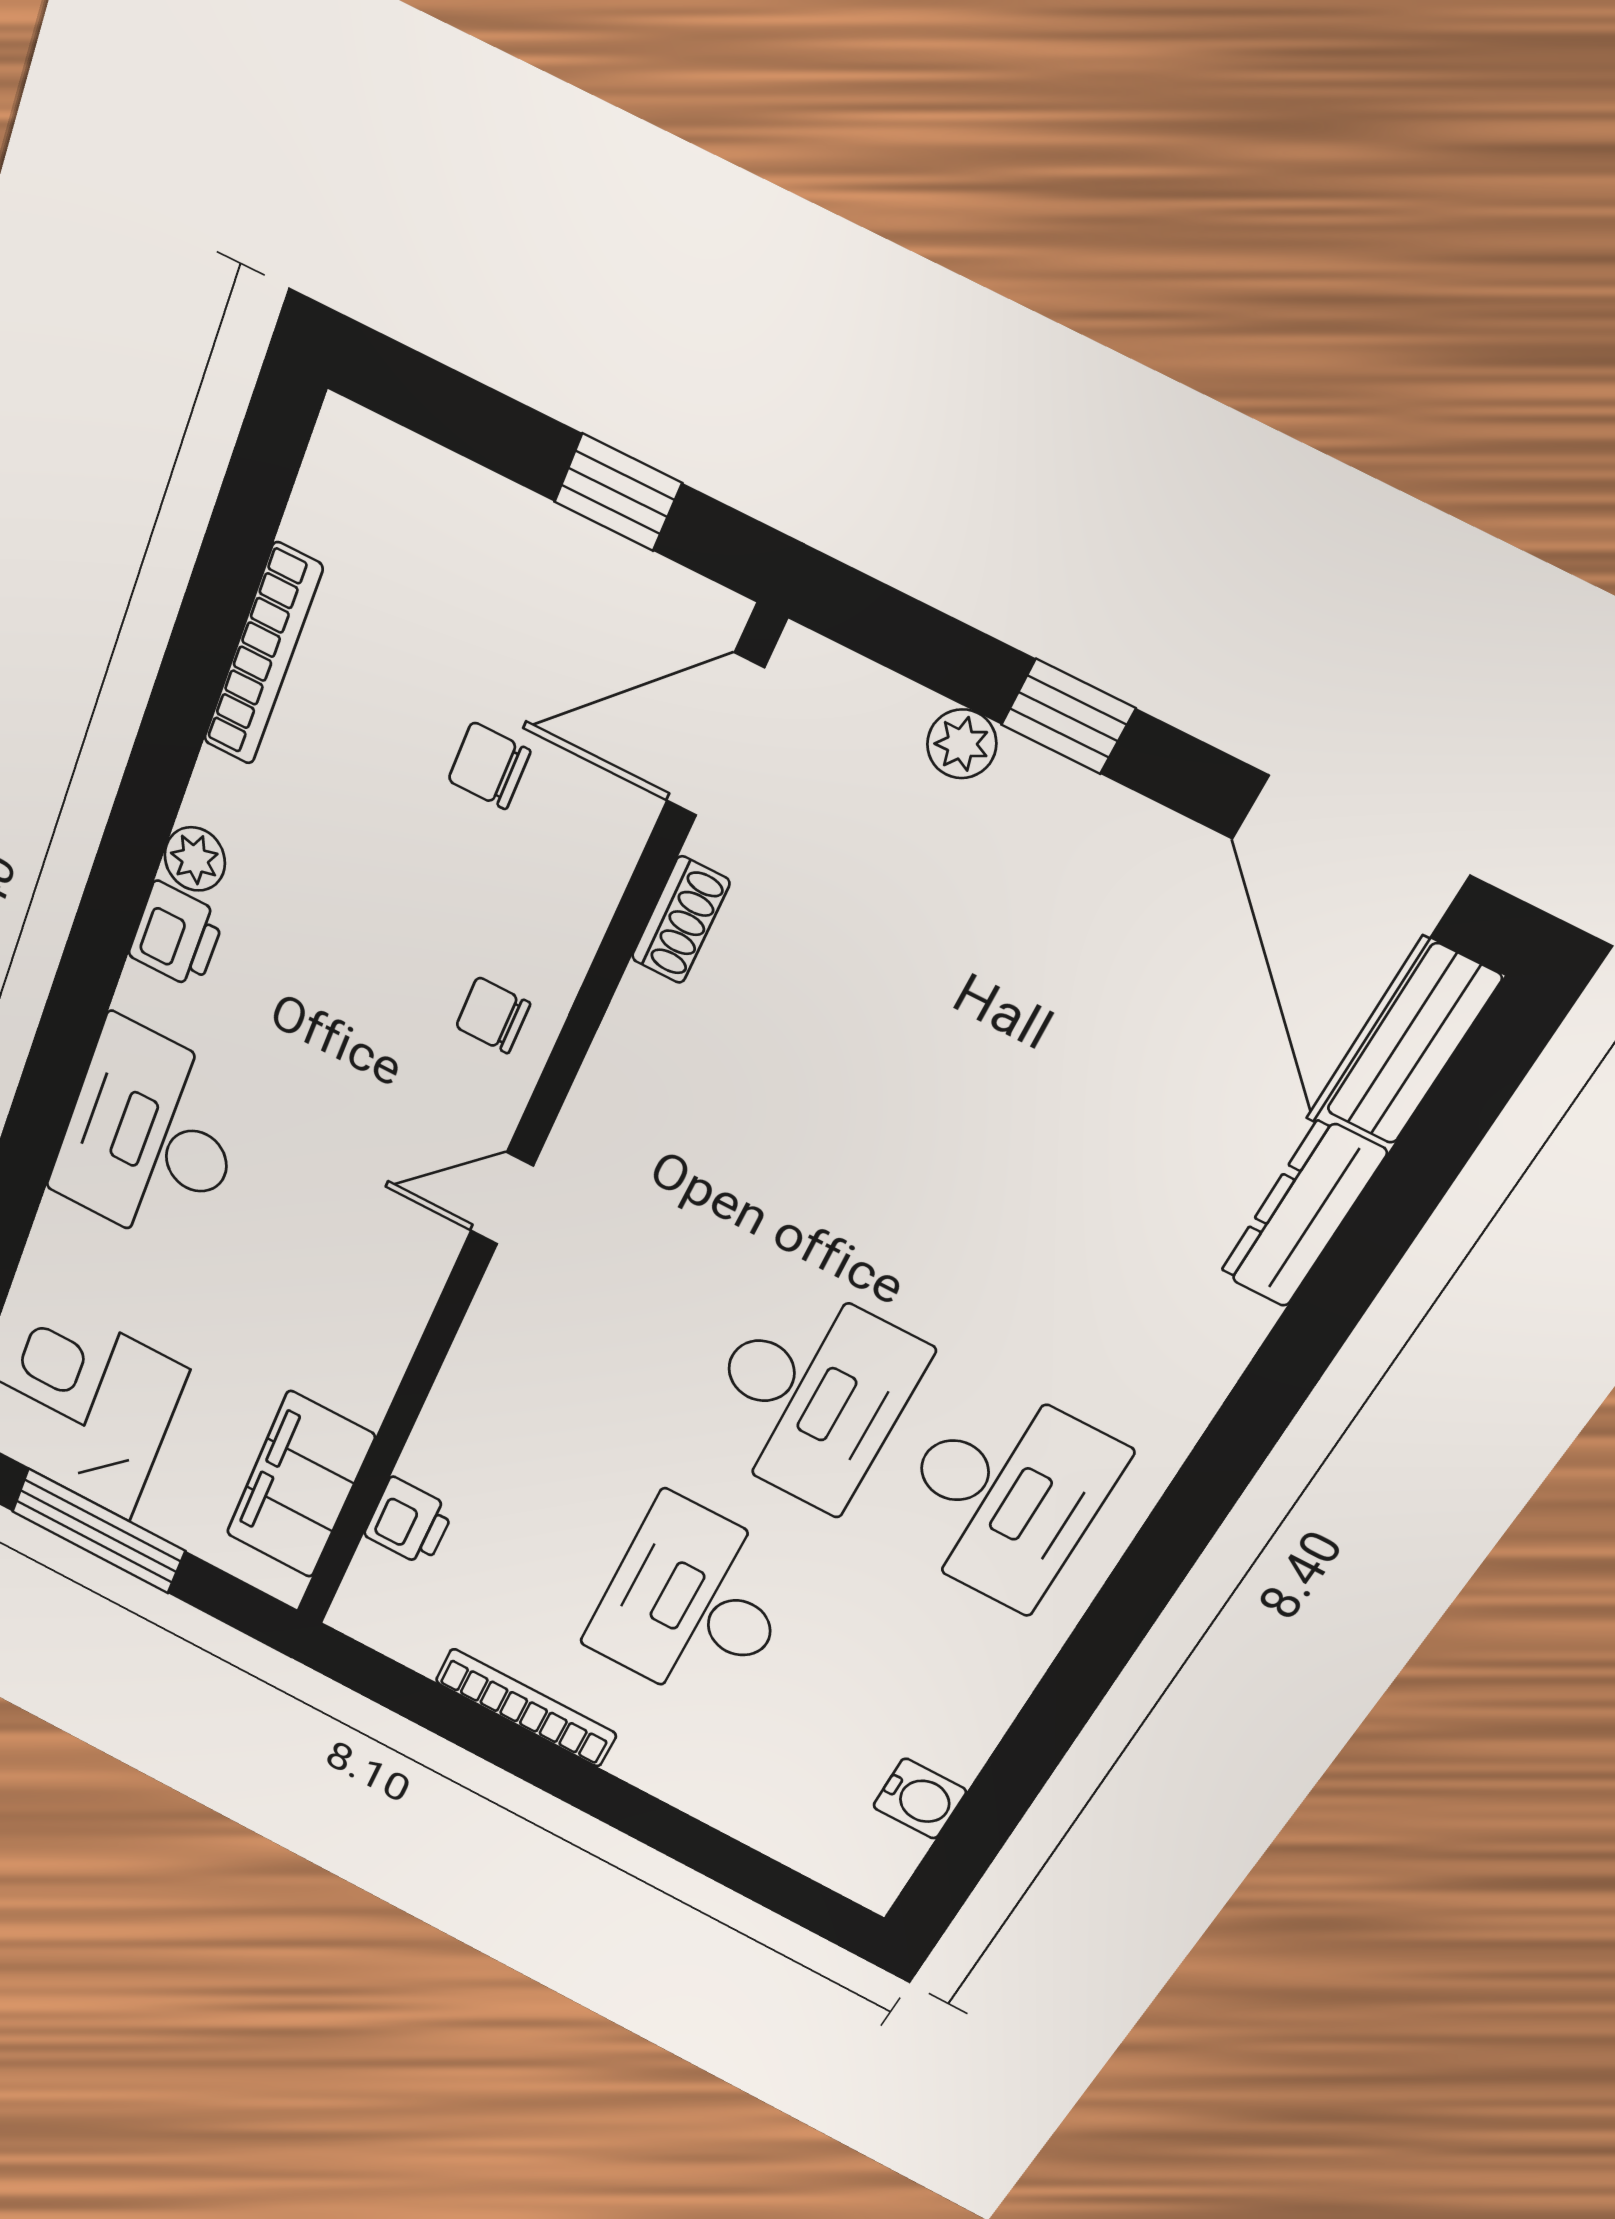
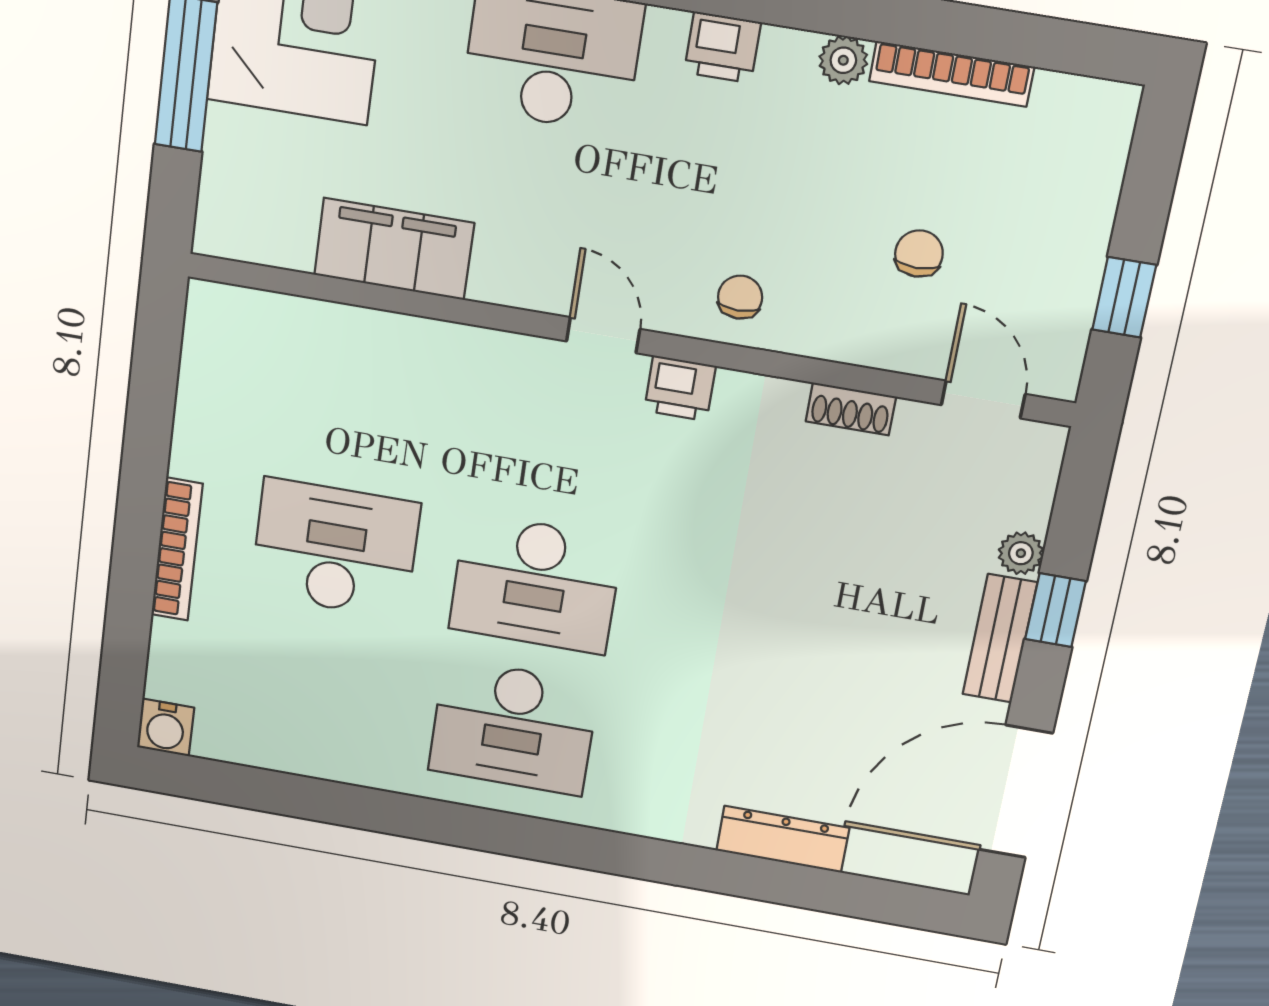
door: (715, 735) -> (983, 399), width x0.73
plant: (195, 859) -> (843, 60), moved
bench: (1413, 1044) -> (1000, 639), moved, turned 90
filing cabinet: (300, 1485) -> (394, 249), moved
printer: (409, 1522) -> (680, 388), moved
bookcase: (526, 1708) -> (177, 549), moved
water cooler: (920, 1799) -> (166, 727), moved

